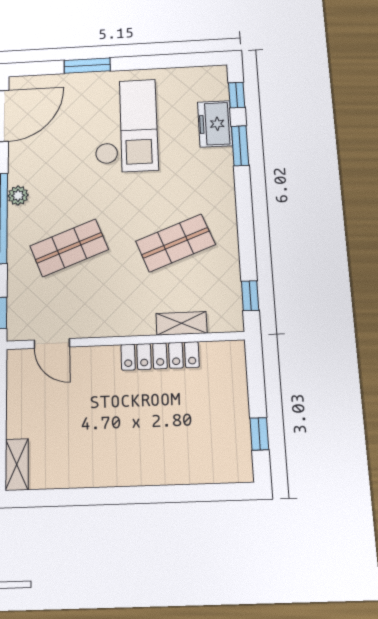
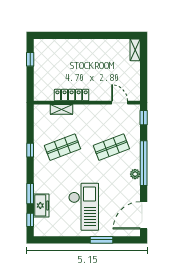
checkout: (126, 126) -> (84, 207), turned 180
window: (250, 296) -> (30, 150), moved

